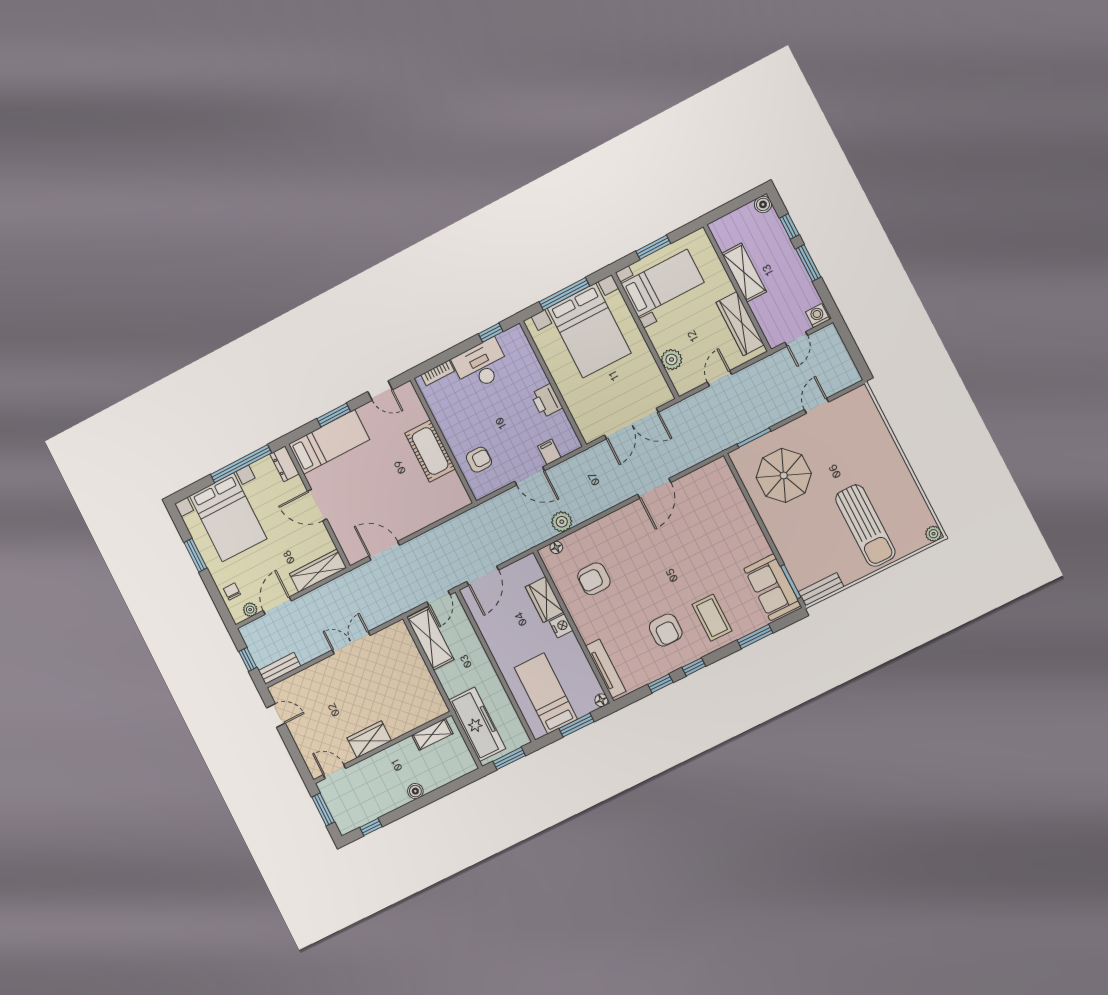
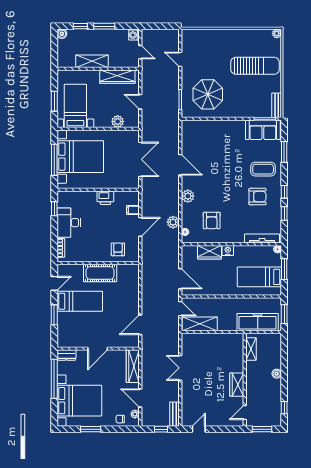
bed: (329, 442) -> (80, 301), moved, turned 90
plant: (612, 524) -> (188, 196), added

